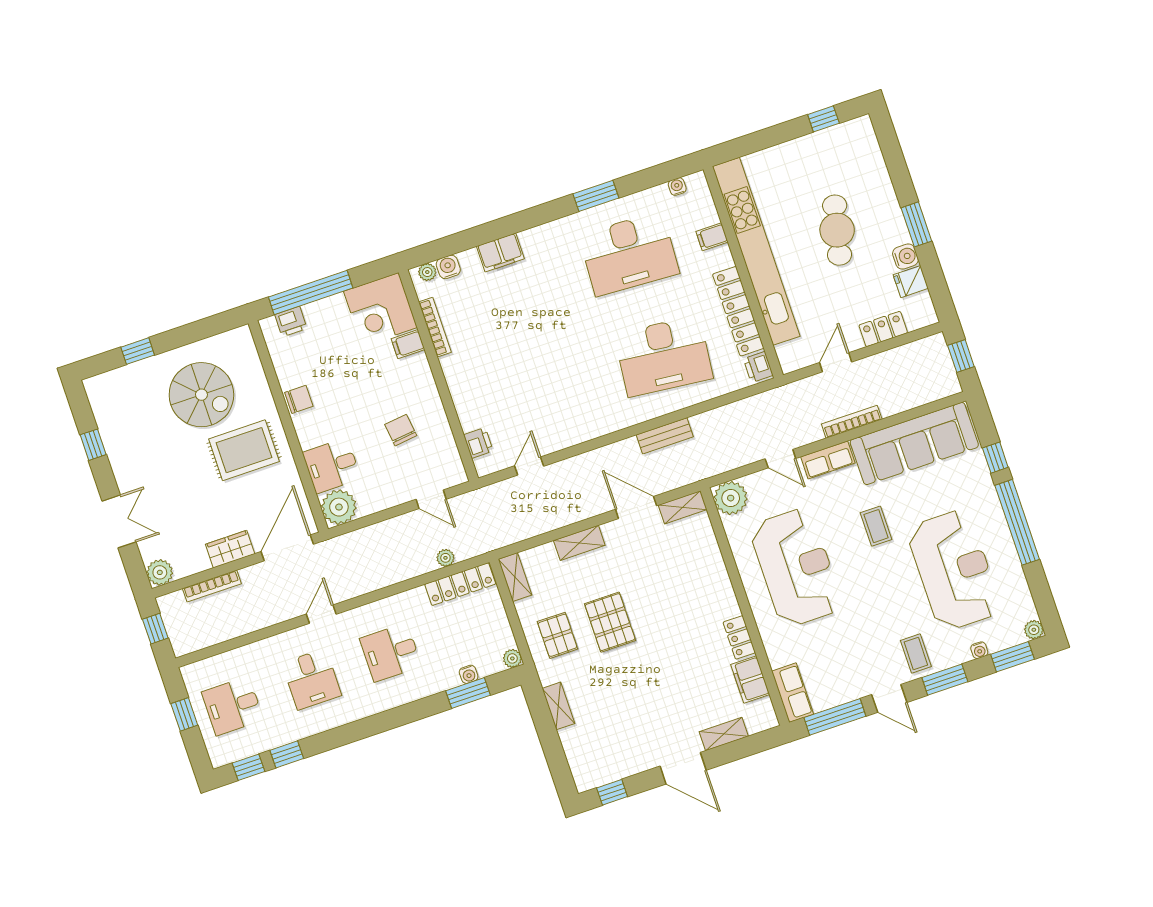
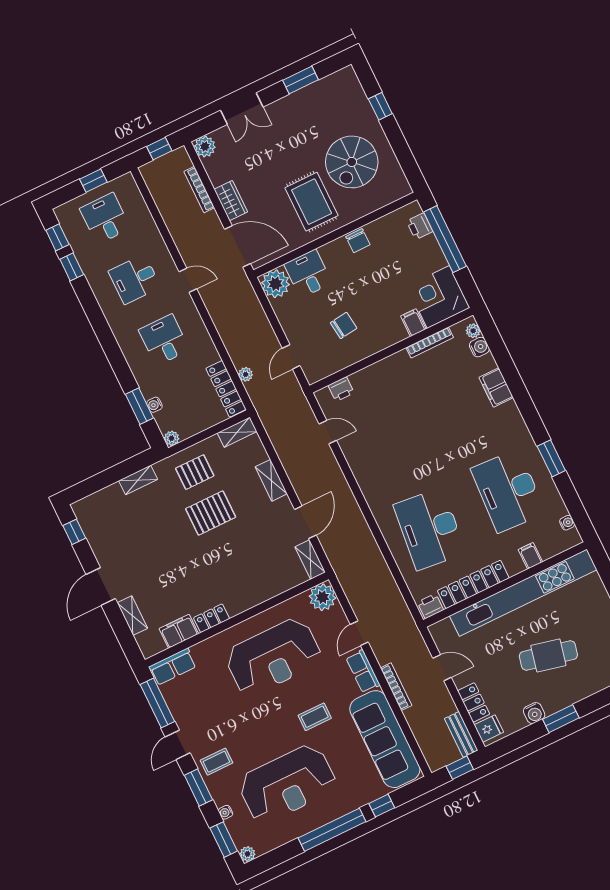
fridge: (911, 282) -> (489, 729), moved, turned 90
bench: (665, 436) -> (461, 734), moved
window: (93, 445) -> (301, 80), width x1.50

